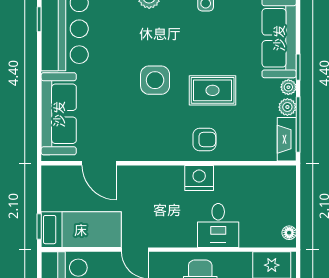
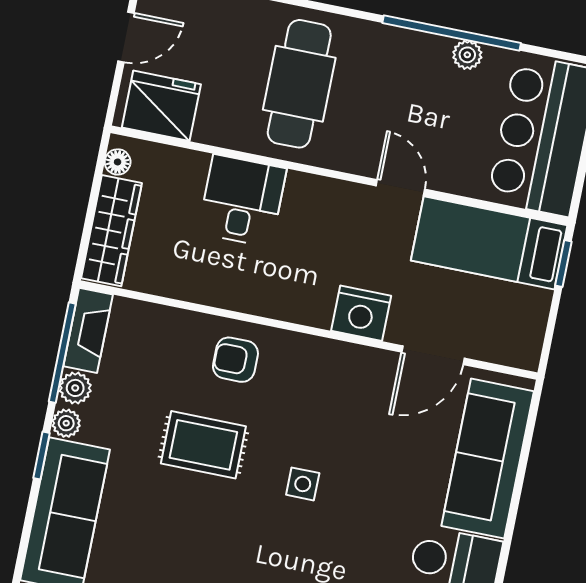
side table: (155, 80) -> (303, 484), width x0.54, depth x0.54
door: (99, 163) -> (433, 355), swing flipped
nightstand: (199, 178) -> (361, 313), moved
wardrobe: (285, 195) -> (111, 231), added

